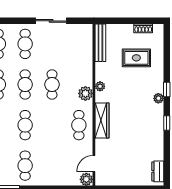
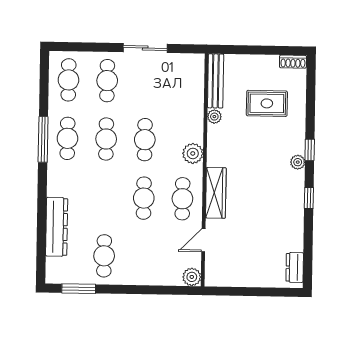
shoe rack: (143, 28) -> (293, 62), moved
plant: (100, 86) -> (214, 117), moved
cafe table: (25, 125) -> (144, 198), moved
door: (94, 164) -> (203, 240), moved

